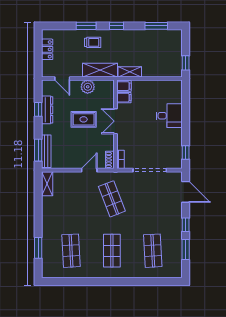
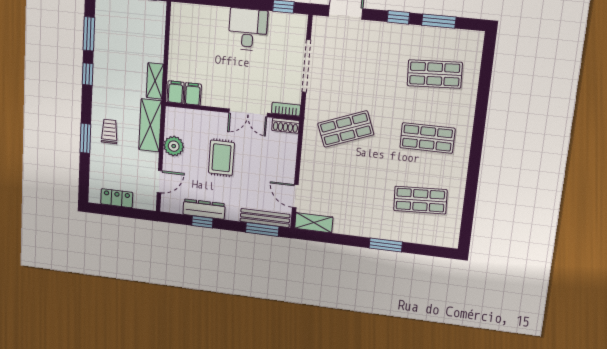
window: (116, 26) -> (88, 74), moved
desk: (169, 116) -> (248, 30), moved
double door: (115, 121) -> (248, 113), moved
door: (89, 170) -> (295, 196), moved
window: (38, 248) -> (386, 245), moved

